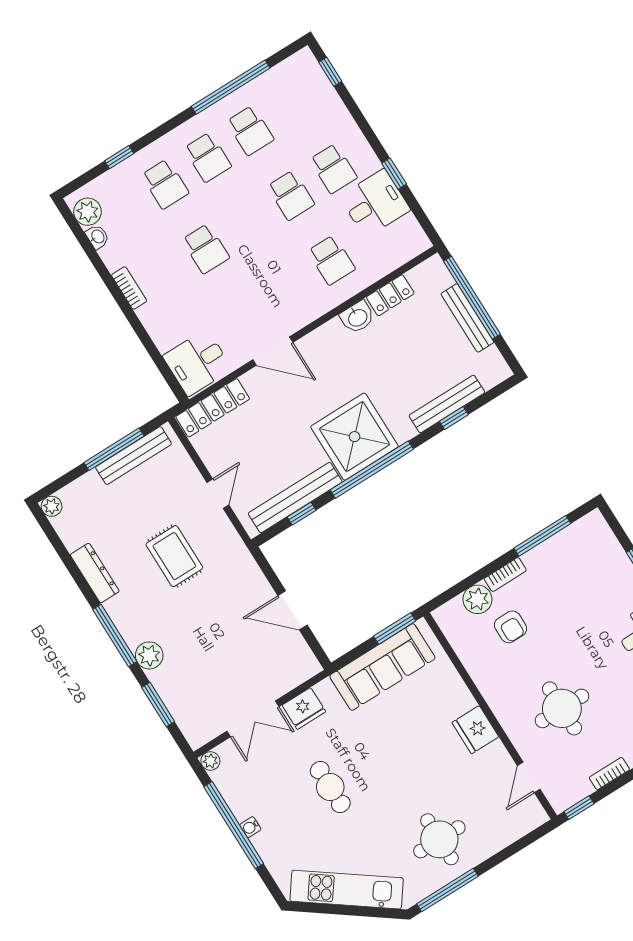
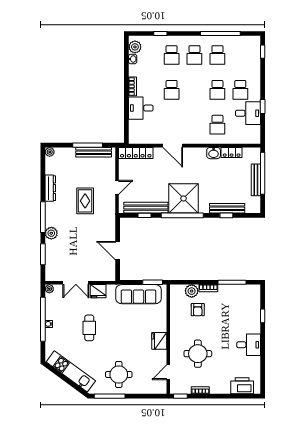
desk: (197, 363) -> (141, 108), moved

